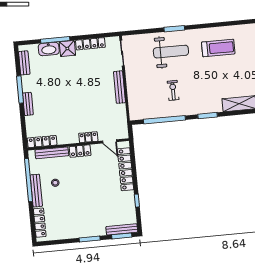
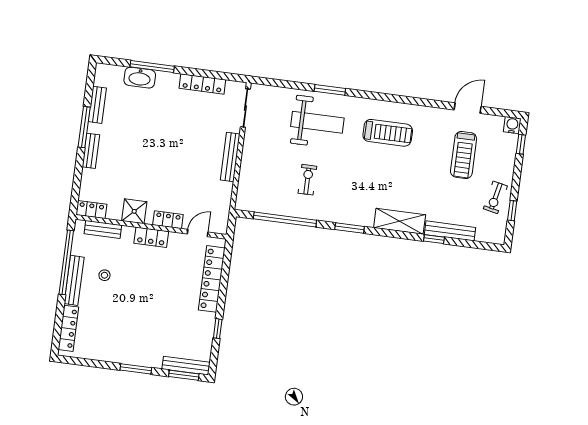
shower: (67, 48) -> (134, 211), moved
bench: (24, 63) -> (97, 105), moved
locker: (42, 141) -> (91, 210), width x0.66
door: (110, 141) -> (198, 233), swing flipped
bench: (52, 153) -> (103, 229), width x0.73

